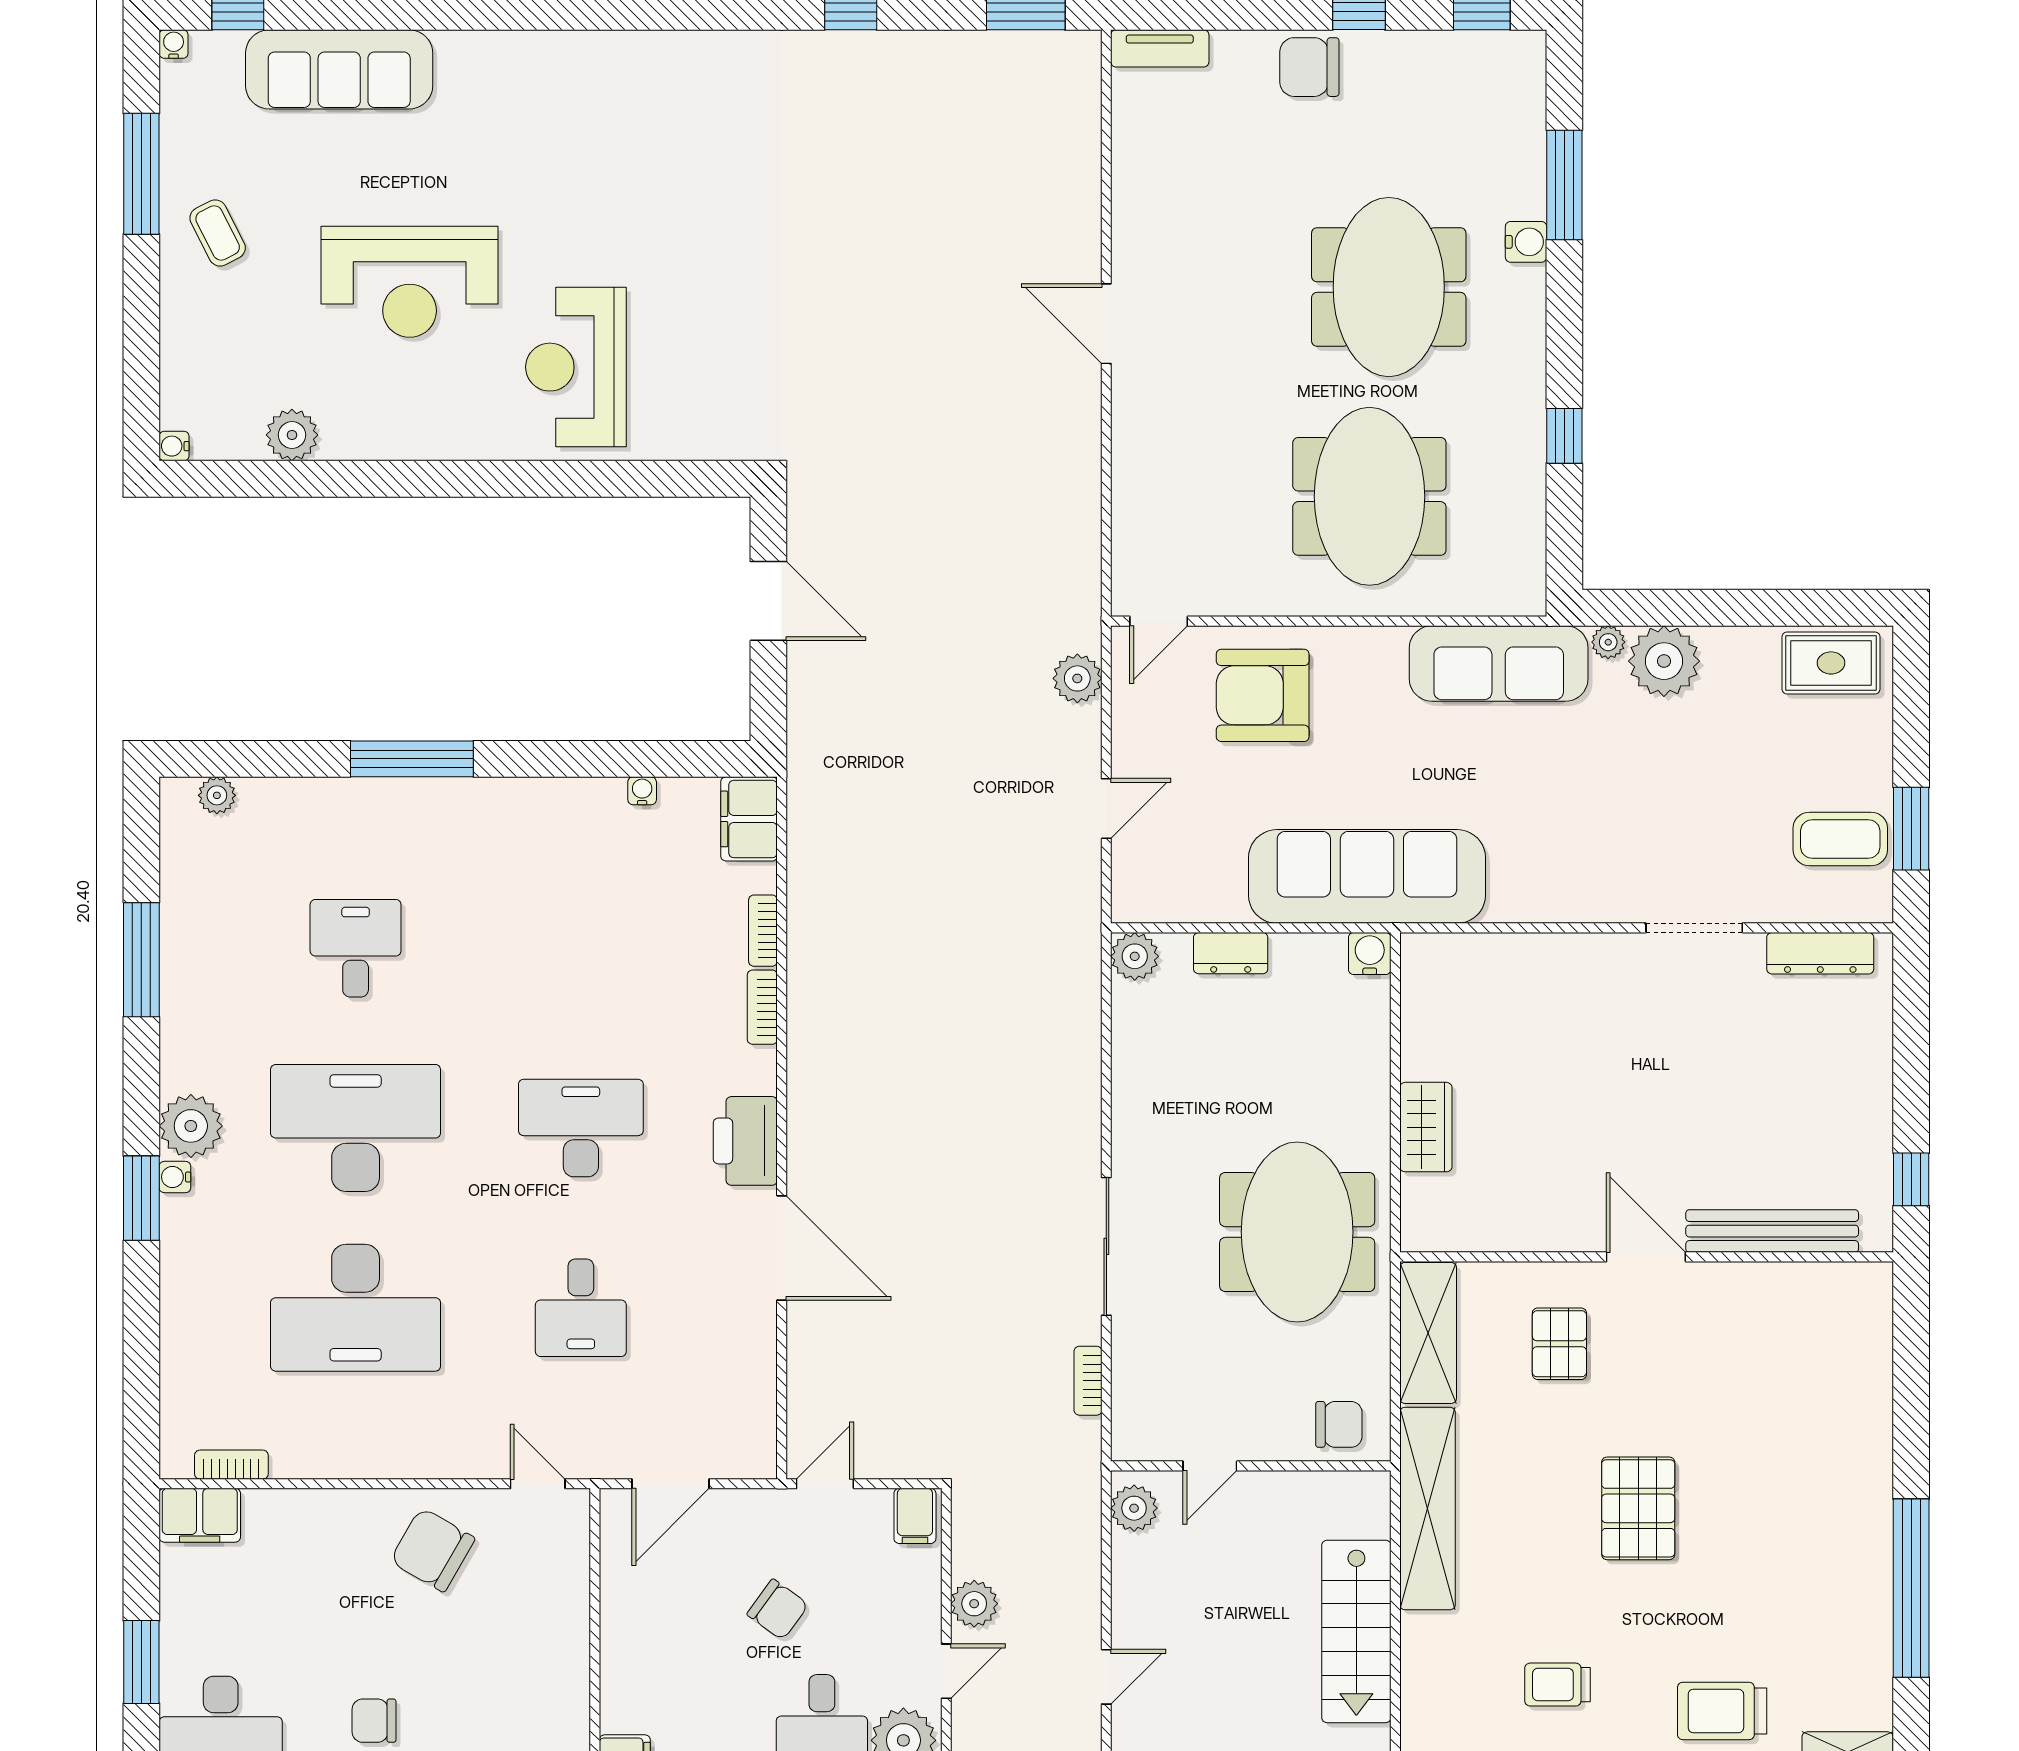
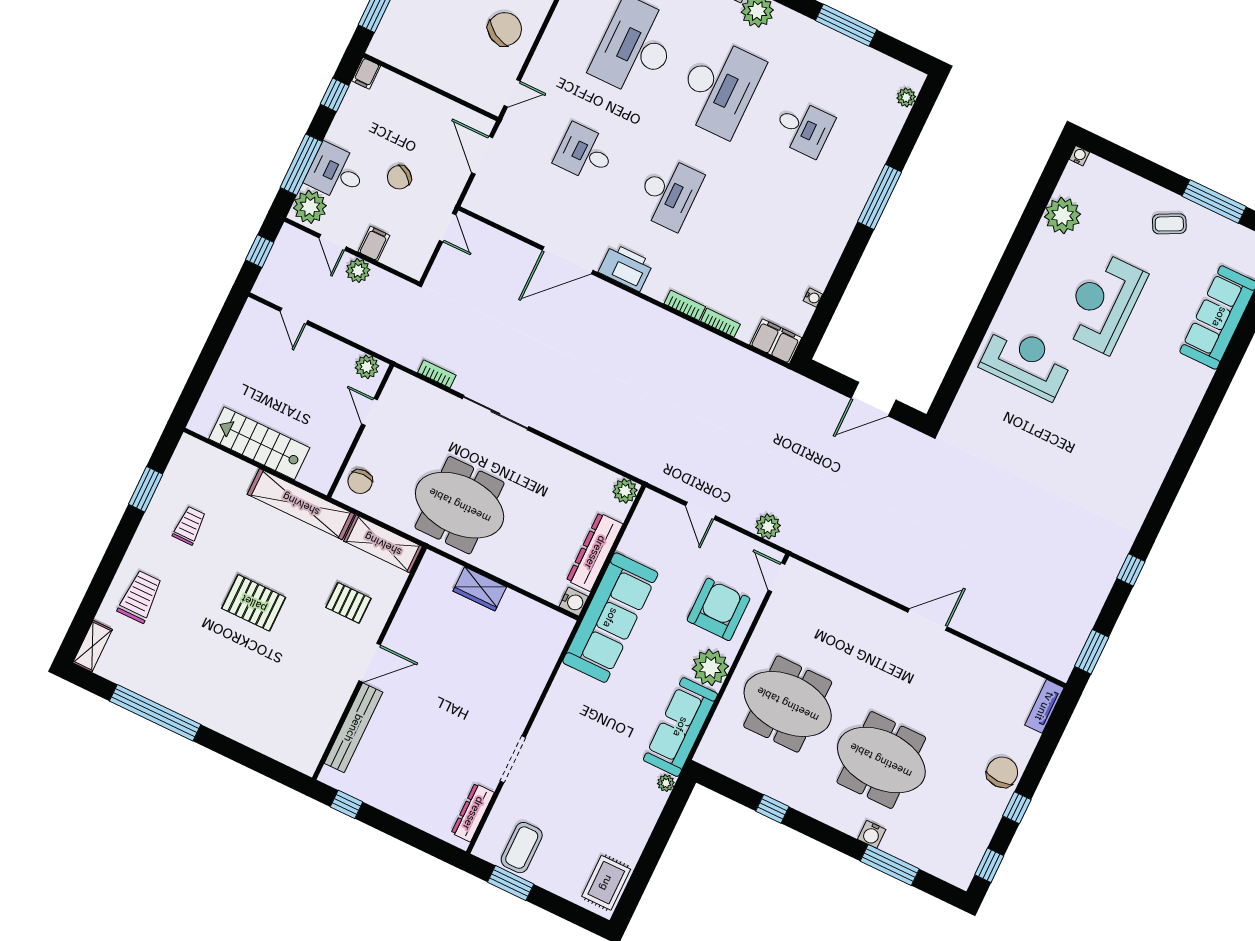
plant: (292, 435) -> (1062, 215), width x1.36, depth x1.36
plant: (1664, 661) -> (710, 667), moved
dresser: (1231, 953) -> (595, 552), width x1.96, depth x1.24
filing cabinet: (915, 1516) -> (374, 244), moved, turned 90

